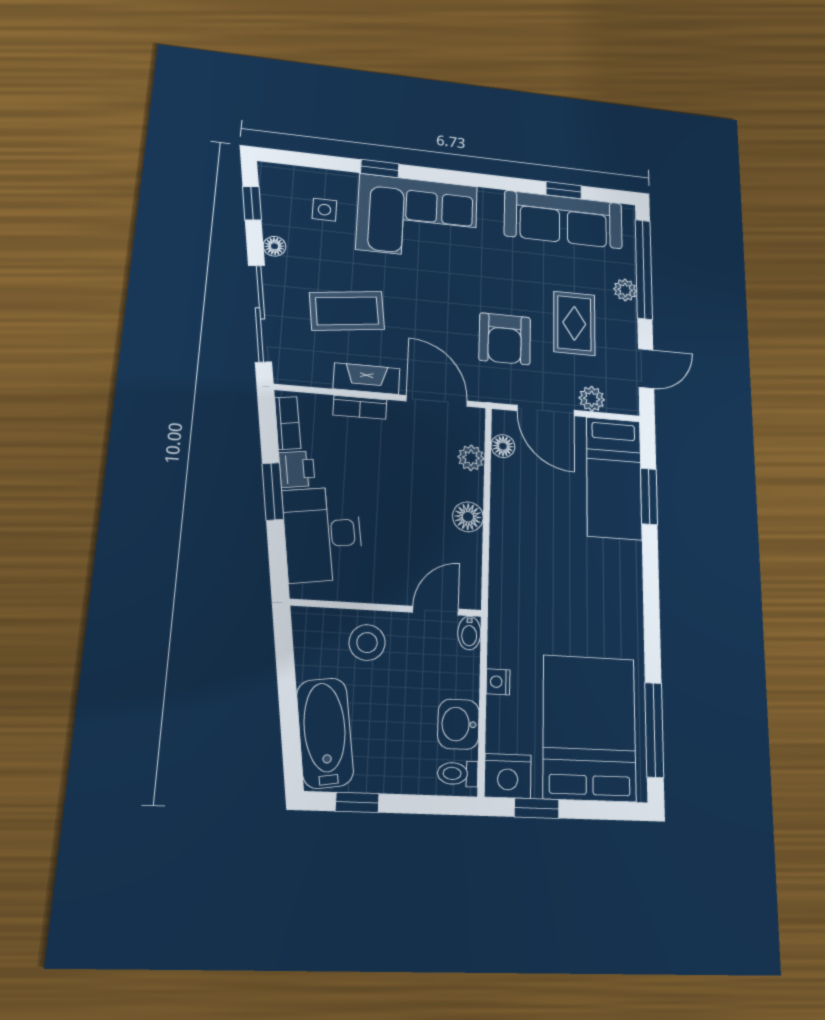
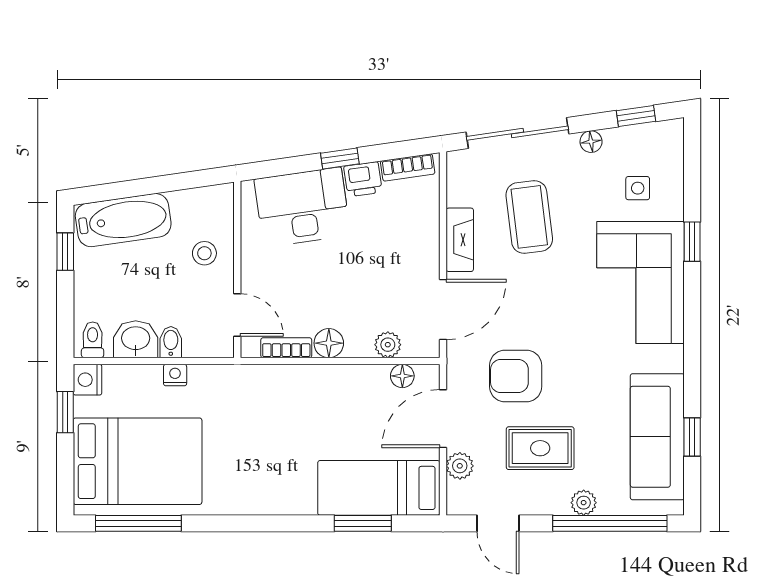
bookcase: (360, 407) -> (286, 348), moved, turned 90
window: (273, 491) -> (340, 159), width x0.67
bidet: (469, 633) -> (171, 342), moved, turned 90
stool: (367, 643) -> (204, 253), width x0.73, depth x0.73
nightstand: (508, 776) -> (88, 380), width x0.74, depth x0.75

